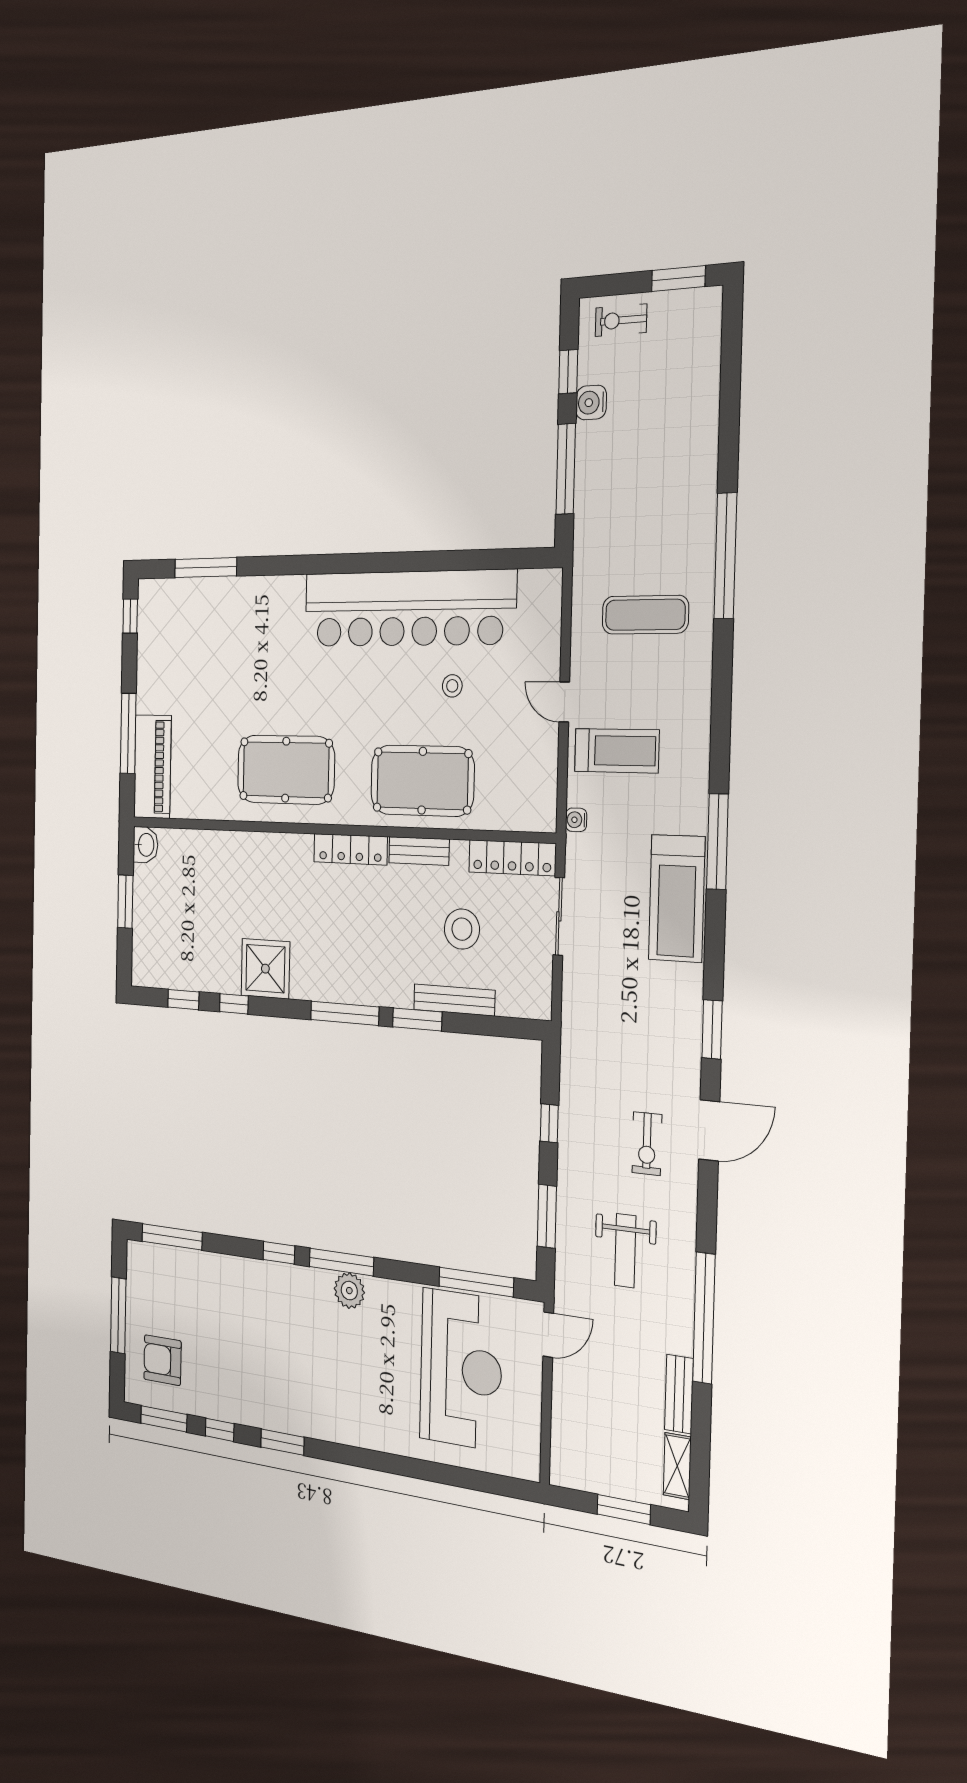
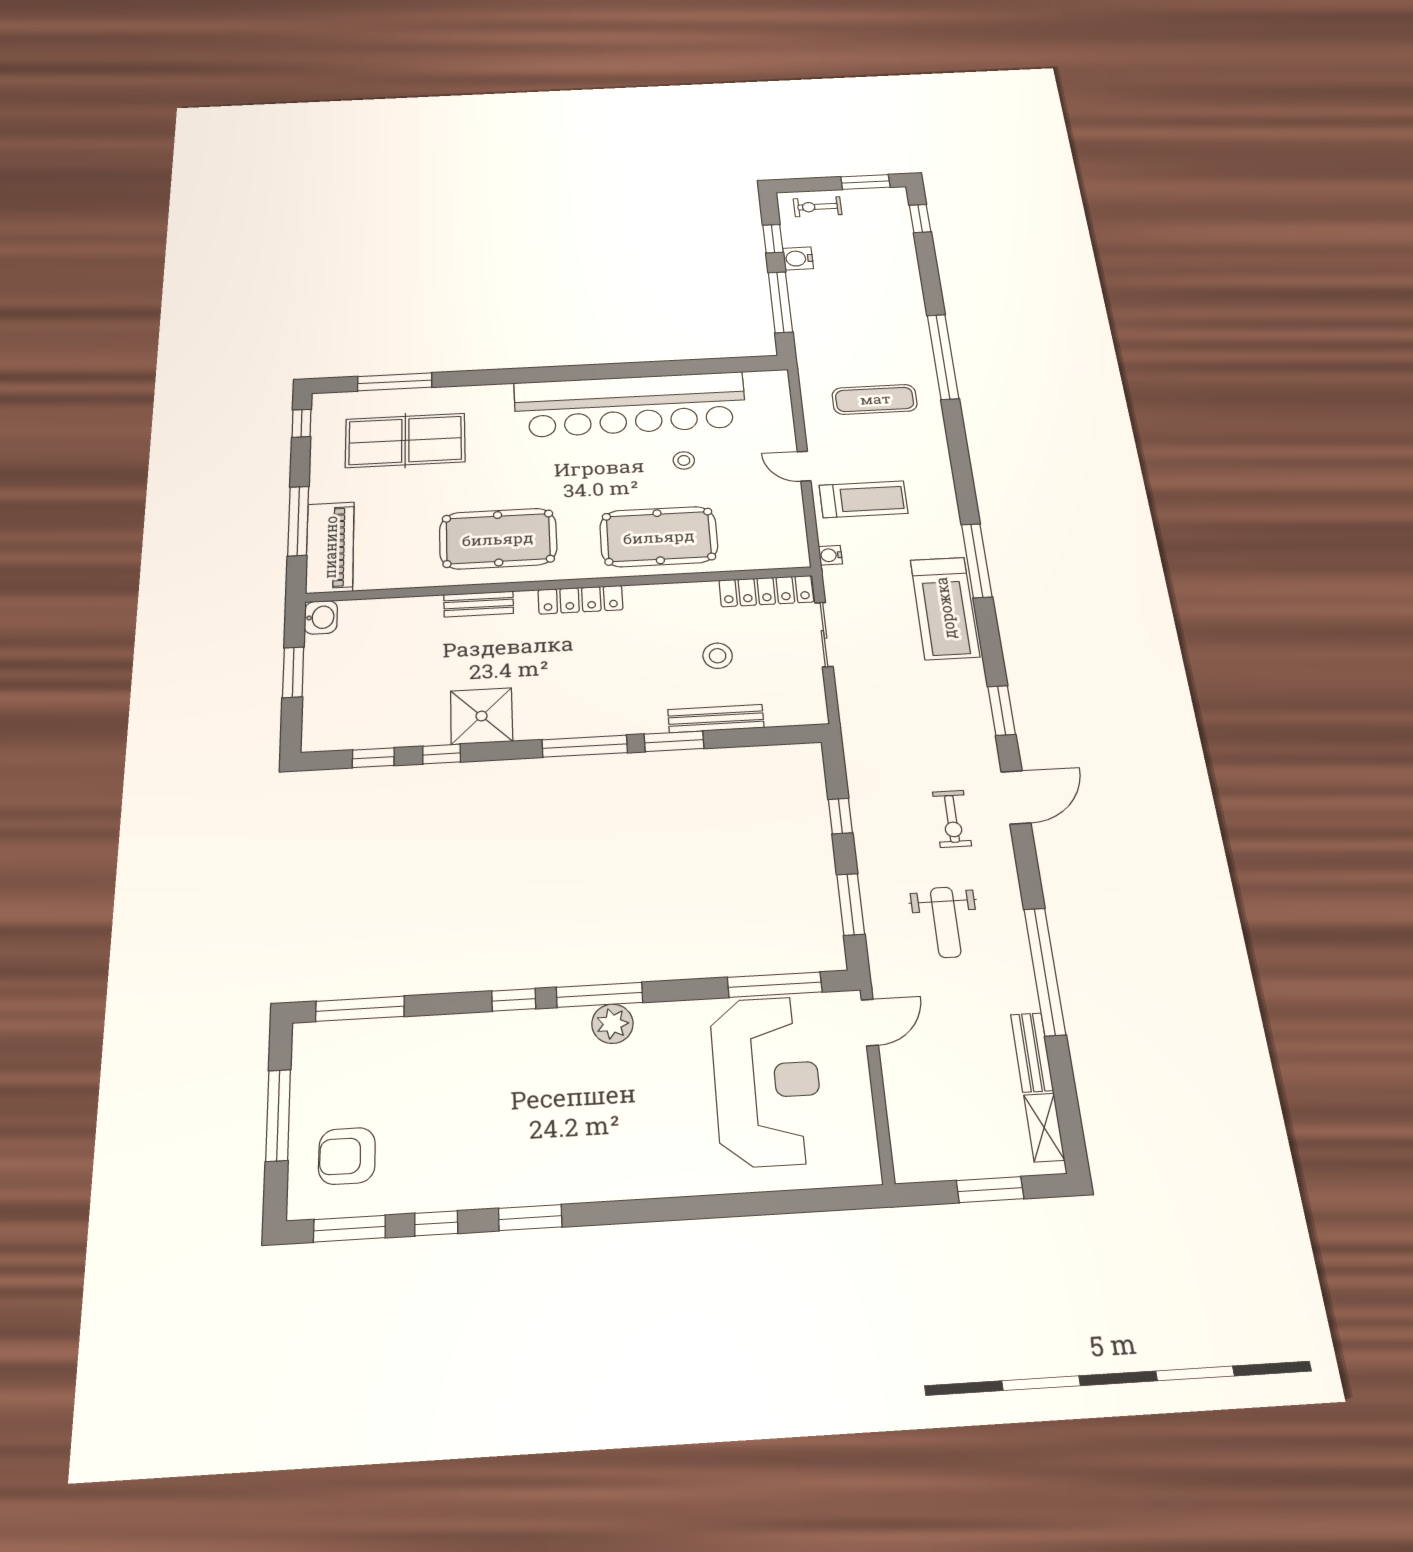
window: (732, 338) -> (920, 218), added
table tennis table: (213, 643) -> (405, 440), added
bench: (419, 851) -> (479, 604), moved
stool: (462, 929) -> (718, 656), width x0.73, depth x0.73

